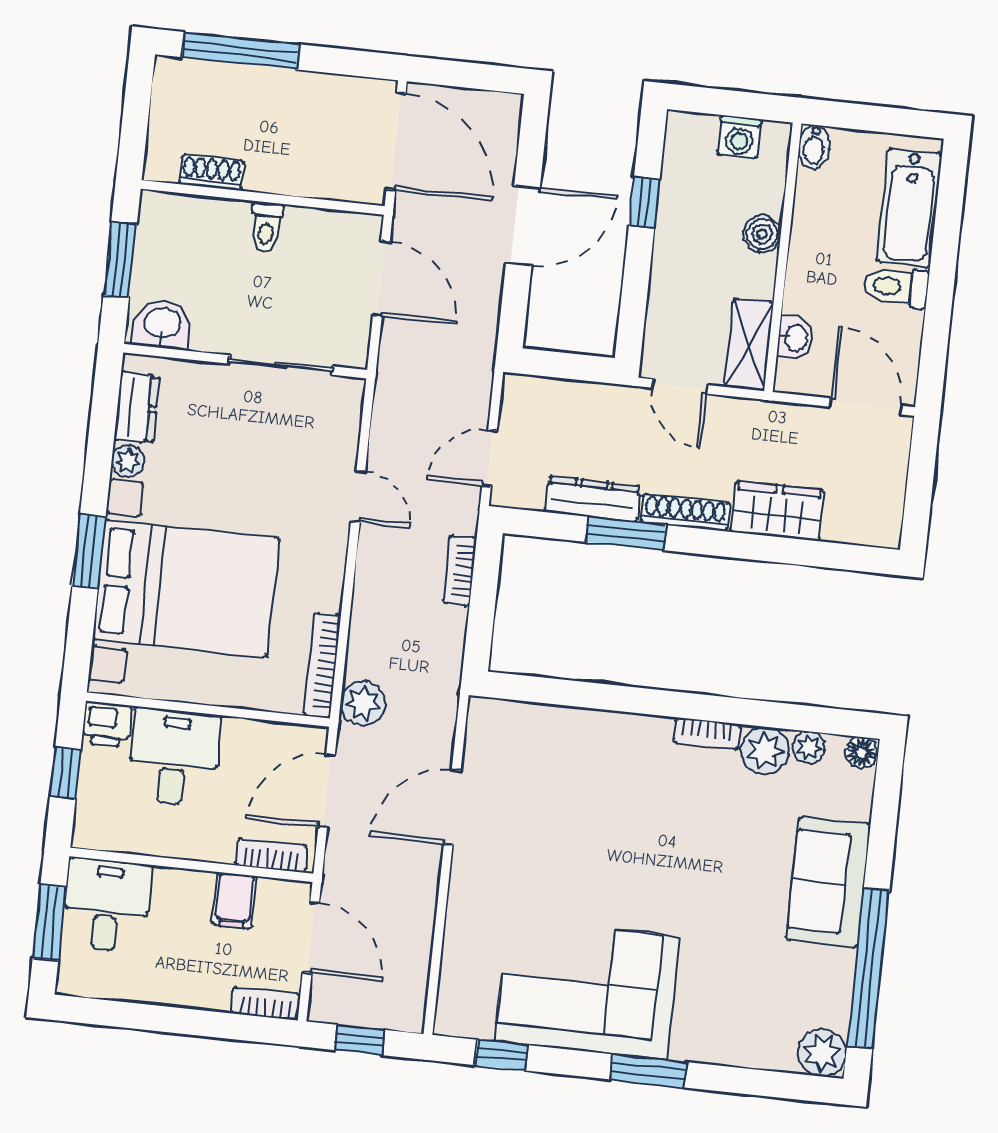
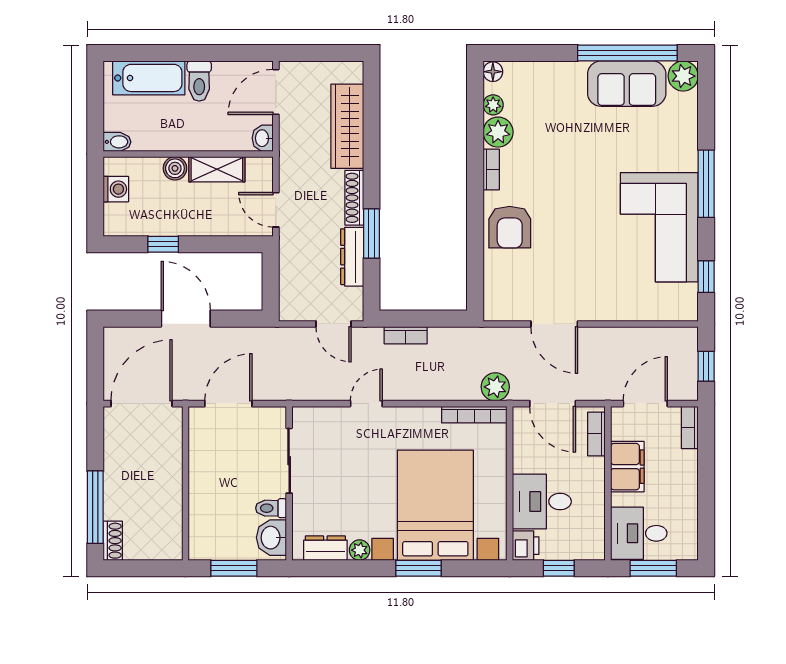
shoe rack: (211, 173) -> (113, 541), moved, turned 180
toilet: (266, 227) -> (271, 508), moved, turned 180
washbasin: (795, 338) -> (263, 138), moved, turned -90
shelving: (749, 345) -> (217, 169), moved
door: (680, 386) -> (276, 210), swing flipped
wardrobe: (778, 511) -> (347, 126), width x1.50
armchair: (613, 753) -> (510, 227), added
sofa: (828, 882) -> (627, 84), moved
filing cabinet: (234, 901) -> (627, 467), width x2.00
window: (648, 1071) -> (706, 184), width x1.44

